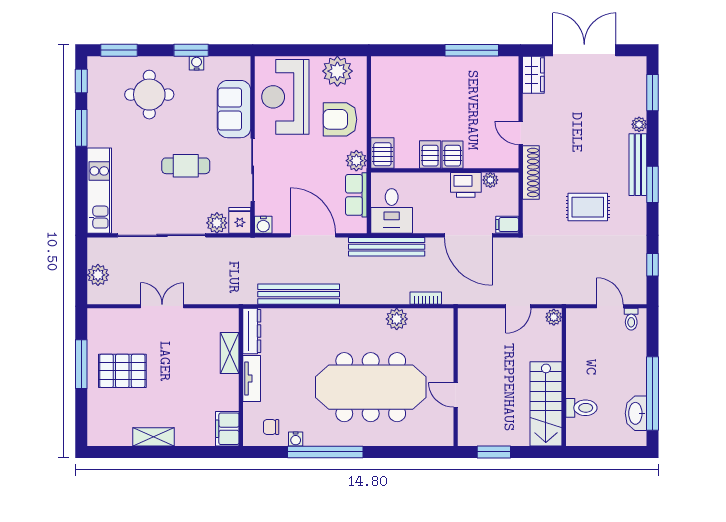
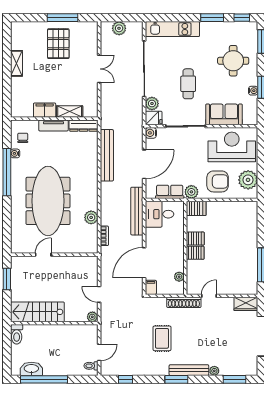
armchair: (340, 119) -> (218, 181), turned 90
printer: (466, 185) -> (176, 261), removed
toilet: (581, 408) -> (17, 334), moved
filing cabinet: (227, 429) -> (45, 110), moved

